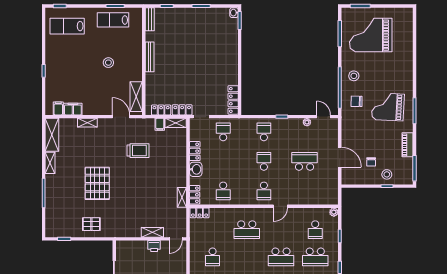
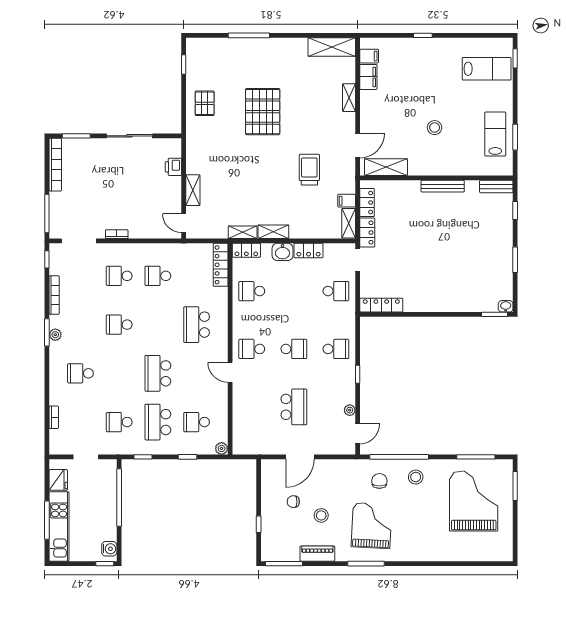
lab bench: (67, 26) -> (487, 69), turned 90
trolley: (138, 151) -> (309, 170), turned 180
shelving: (50, 163) -> (273, 232), moved
stool: (387, 174) -> (321, 515), moved
pallet: (97, 183) -> (263, 112), turned 90
locker: (200, 213) -> (221, 265), width x1.53
printer: (154, 246) -> (173, 167), moved

